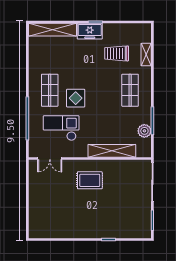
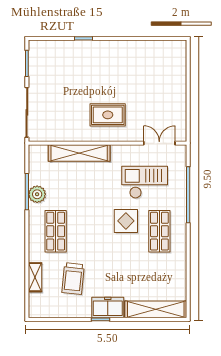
trolley: (117, 53) -> (73, 279), turned 96
checkout: (61, 128) -> (145, 182), turned 180
plant: (144, 131) -> (37, 194), moved

